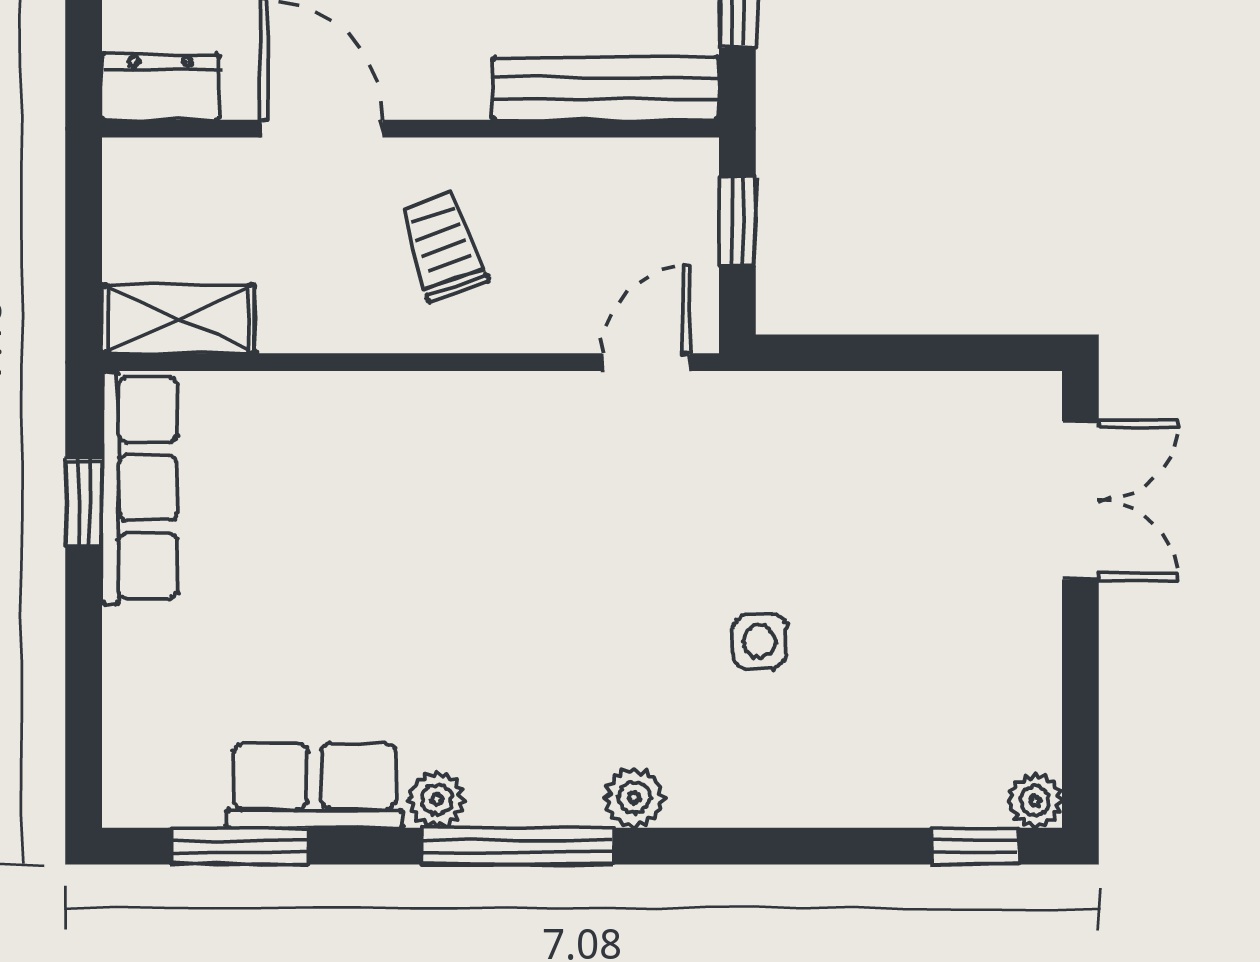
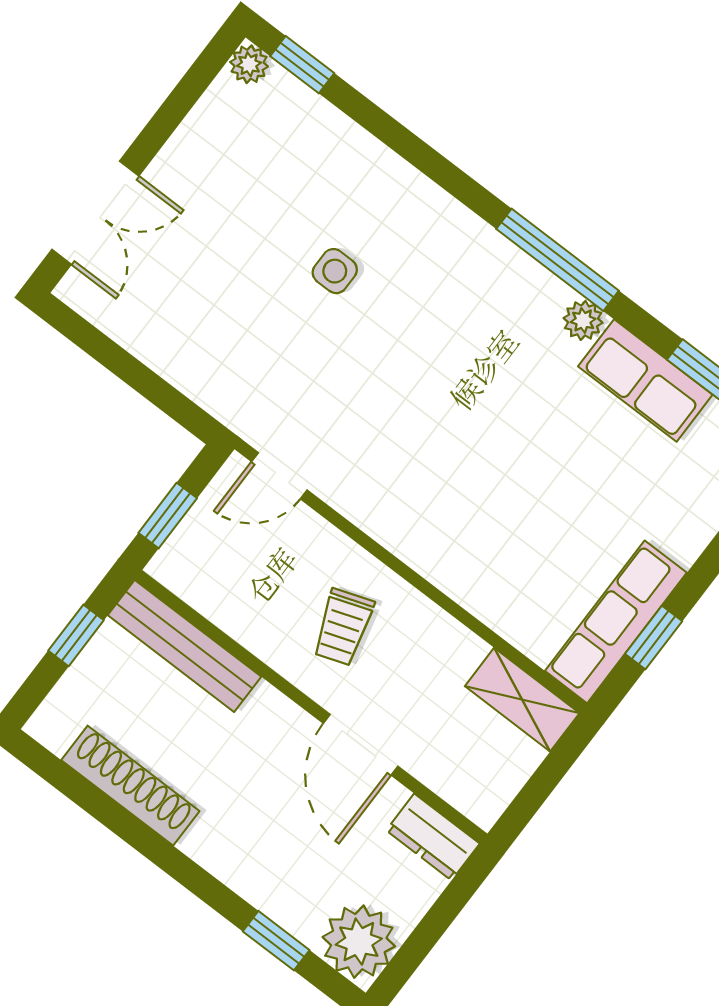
double door: (1080, 500) -> (95, 213), swing flipped
plant: (634, 798) -> (472, 237), removed

